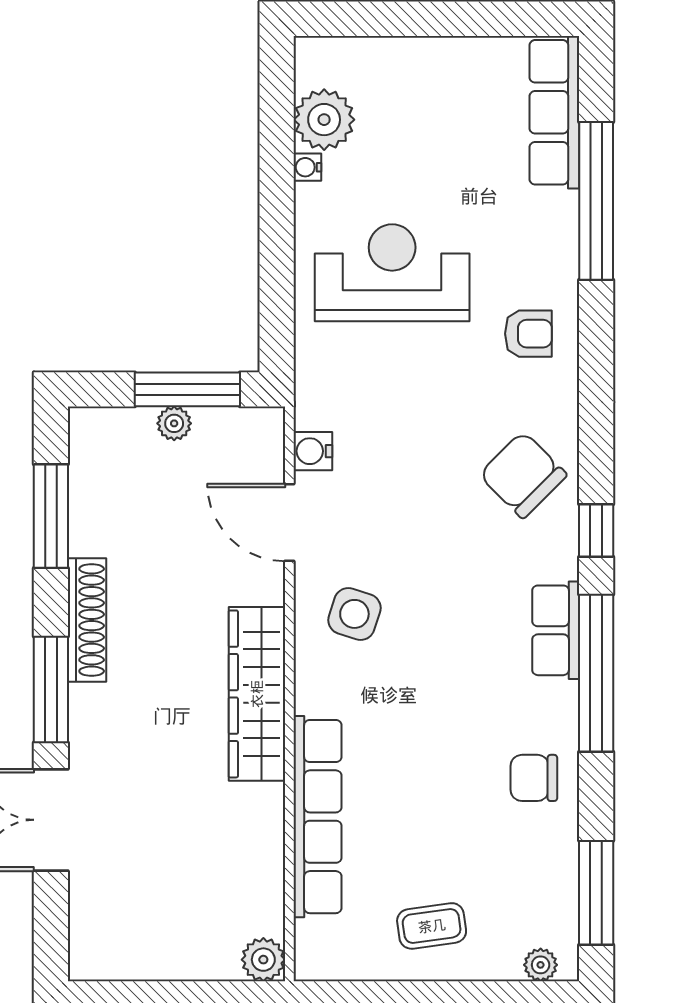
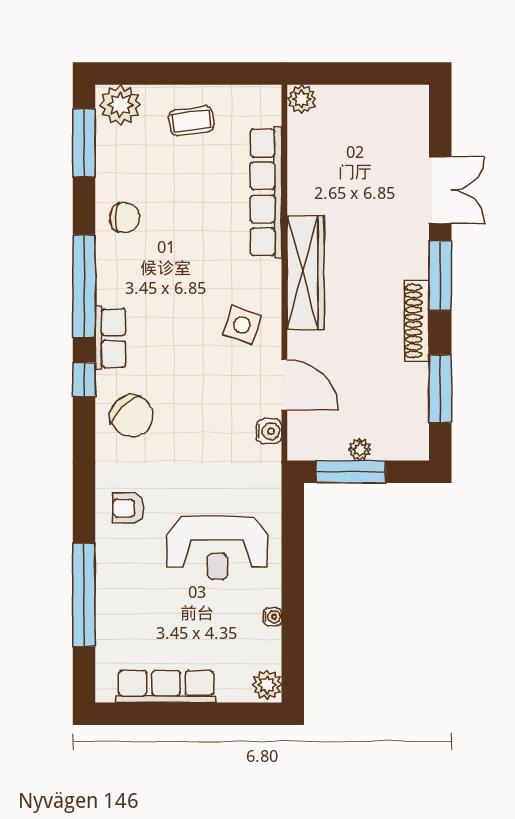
row of seats: (554, 112) -> (166, 687), moved, turned -90
plant: (324, 120) -> (267, 685), moved, width x0.73, depth x0.73
row of seats: (556, 630) -> (110, 338), moved
plant: (541, 965) -> (120, 105), width x1.87, depth x1.87

